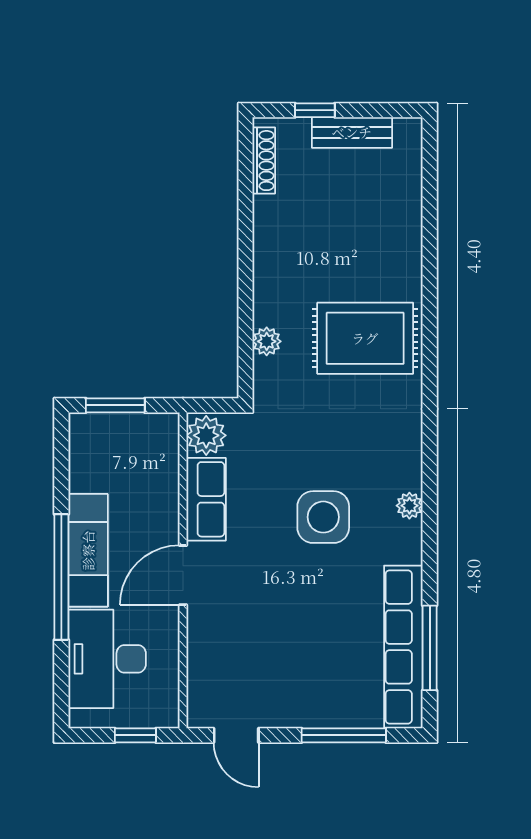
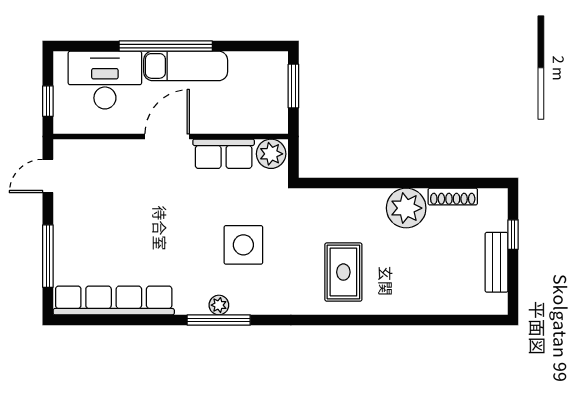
shoe rack: (264, 161) -> (453, 197), moved
rug: (365, 338) -> (343, 272), width x0.73, depth x0.70
plant: (267, 341) -> (406, 208), moved, width x1.87, depth x1.87
side table: (323, 517) -> (243, 245), moved
door: (183, 575) -> (167, 137), hinge flipped
window: (430, 648) -> (219, 320), moved

